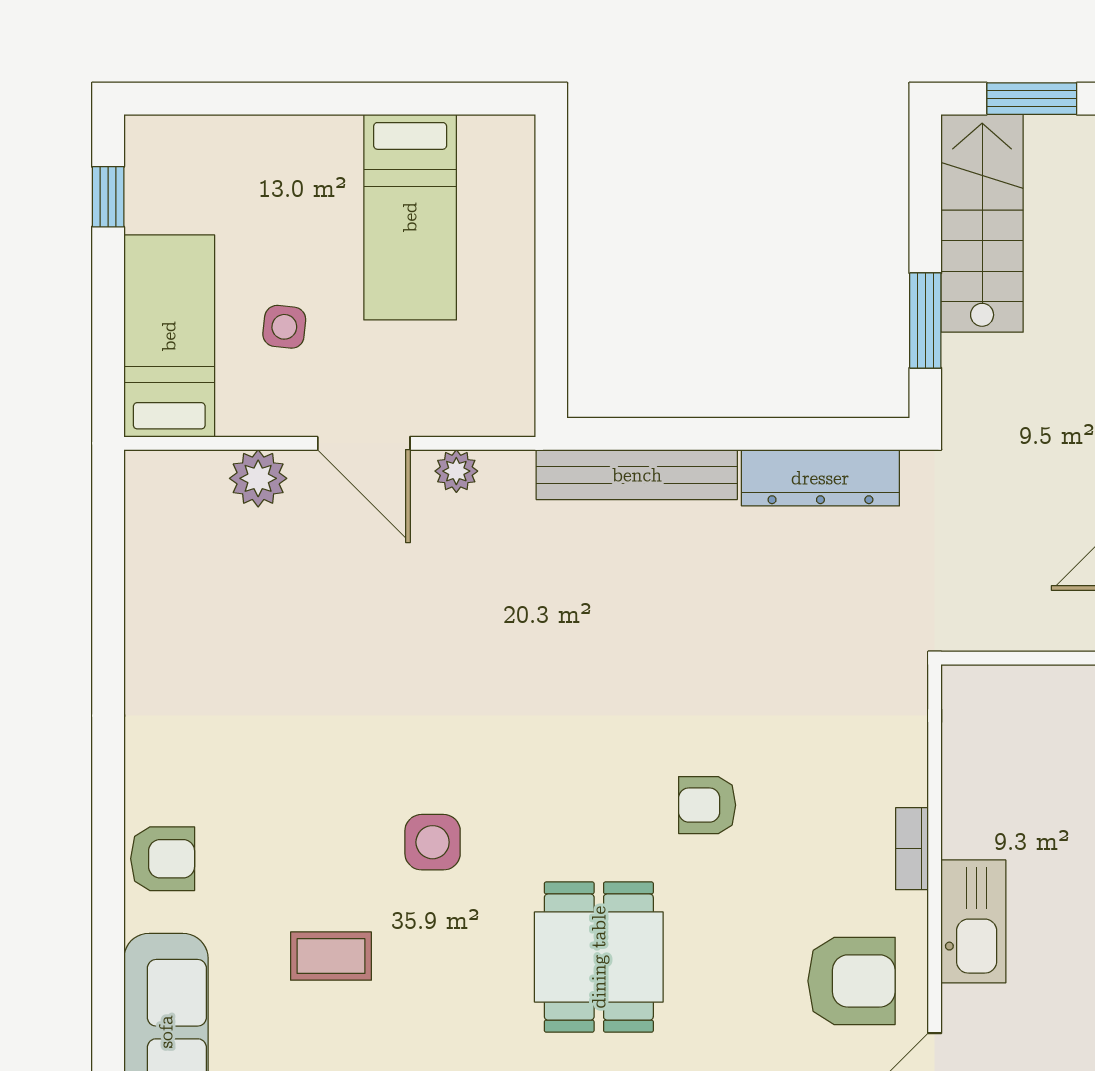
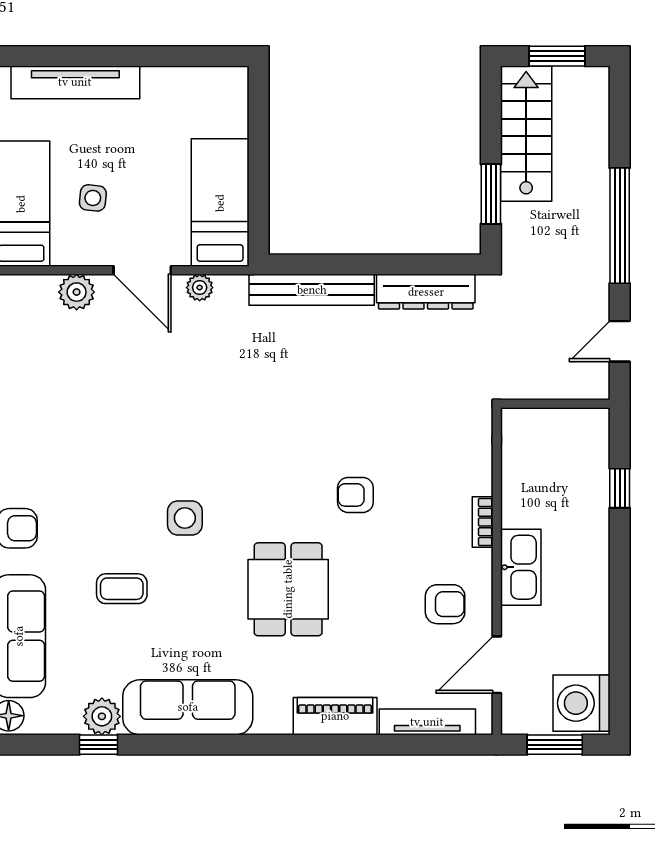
tv unit: (256, 141) -> (75, 82), added
bed: (410, 217) -> (220, 203), moved, turned 180
armchair: (852, 981) -> (445, 604), width x0.72, depth x0.72

